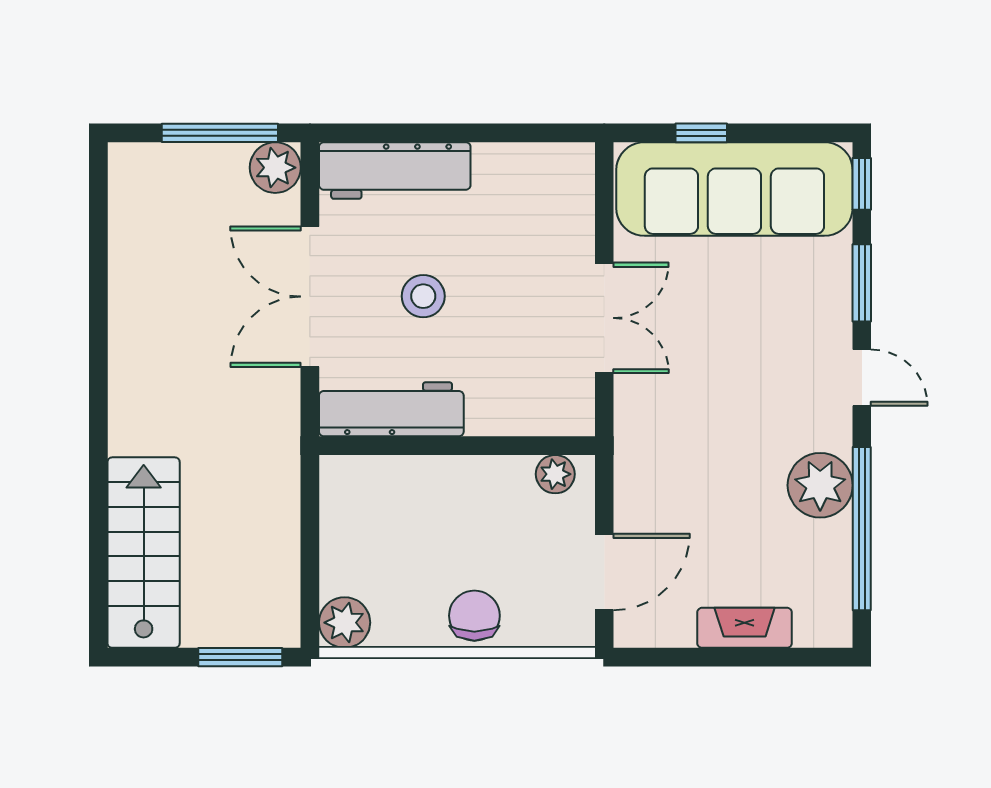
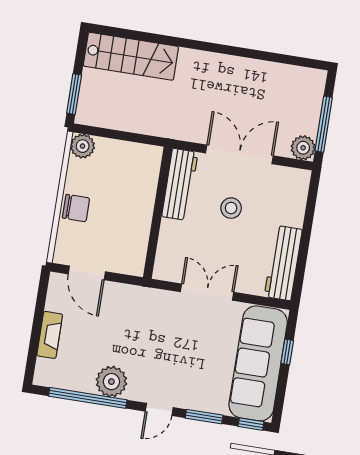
workbench: (395, 171) -> (283, 263), moved
double door: (604, 318) -> (207, 292), swing flipped
plant: (555, 474) -> (137, 257), removed

